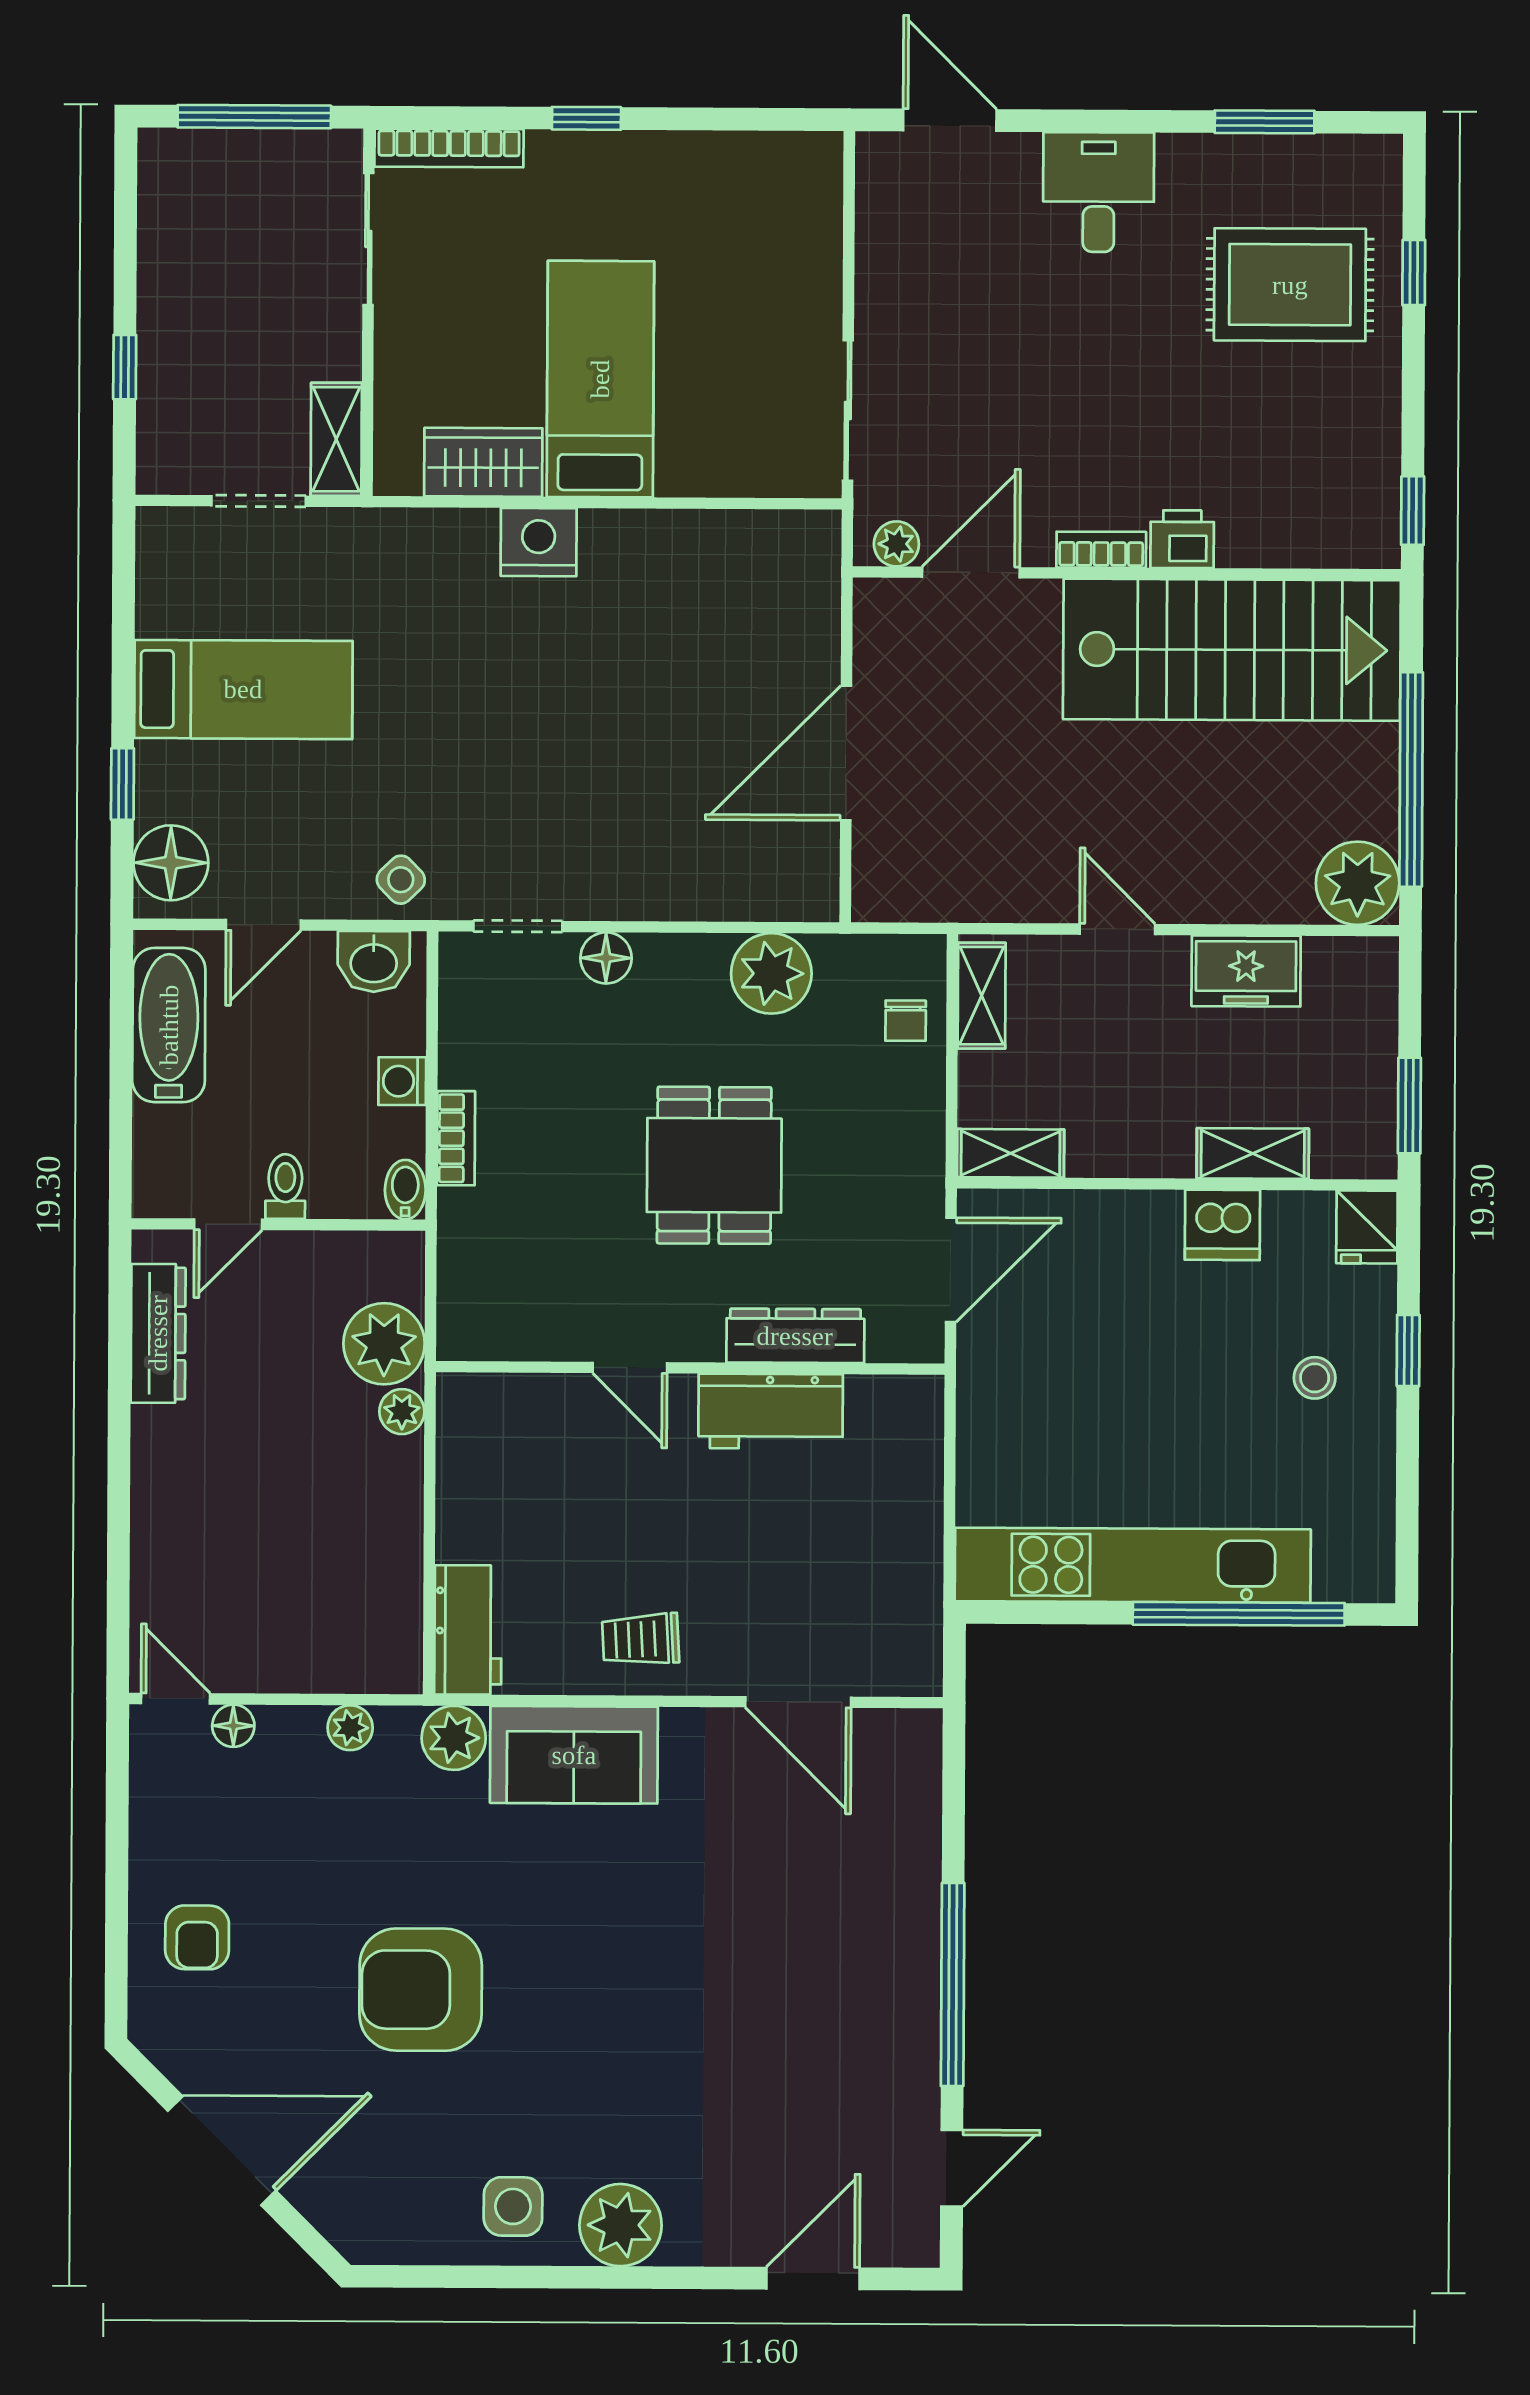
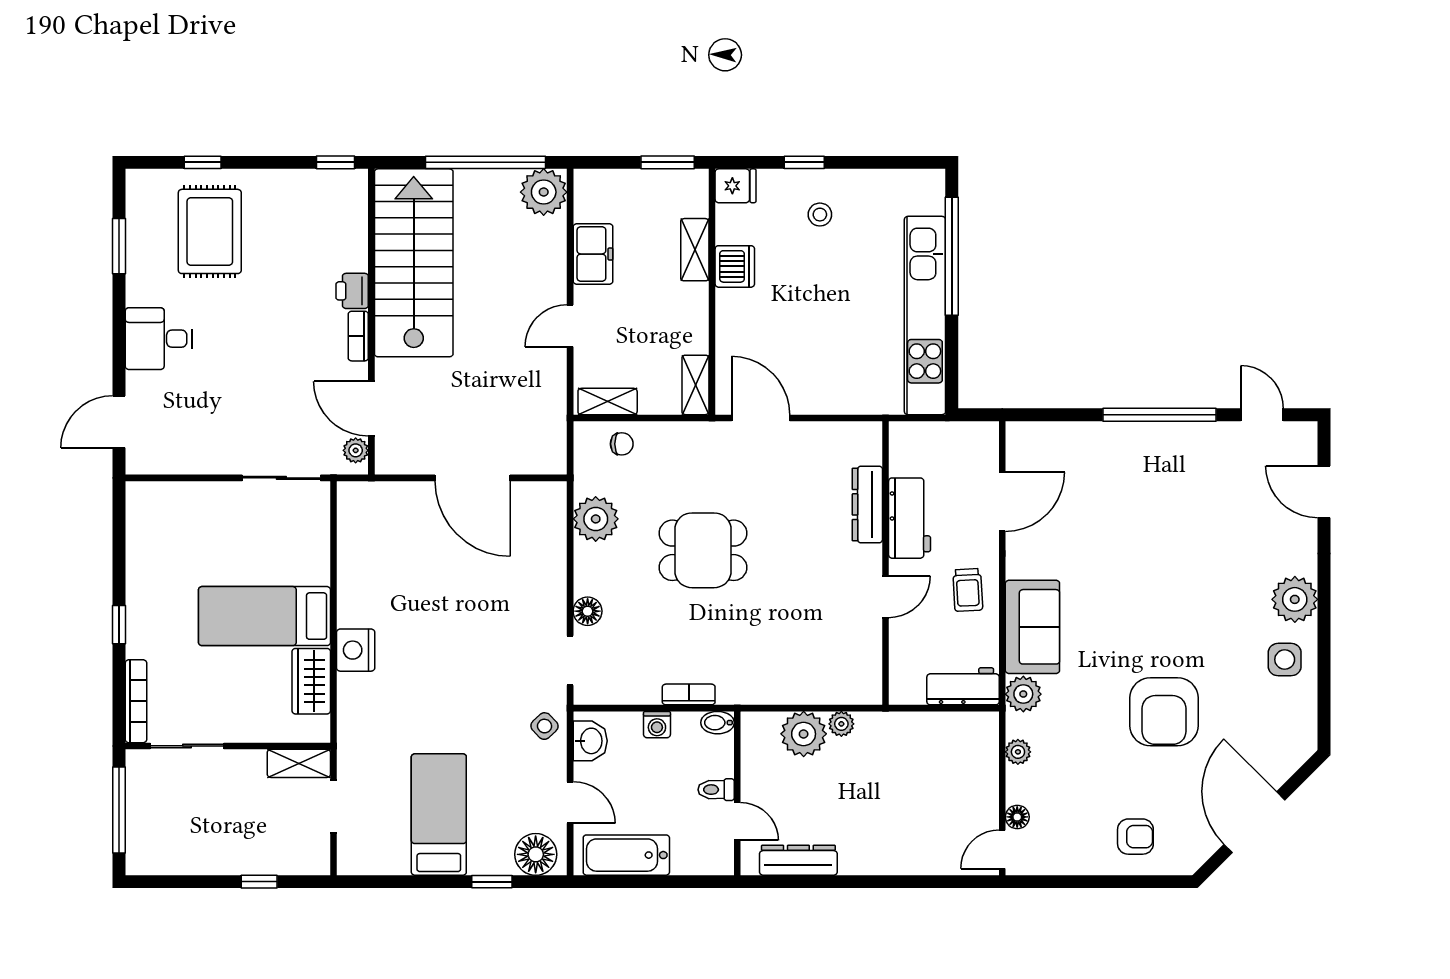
dresser: (795, 1336) -> (867, 504), moved
door: (630, 1368) -> (886, 597), moved
wall: (690, 1368) -> (886, 563), moved
workbench: (771, 1411) -> (910, 518), moved

